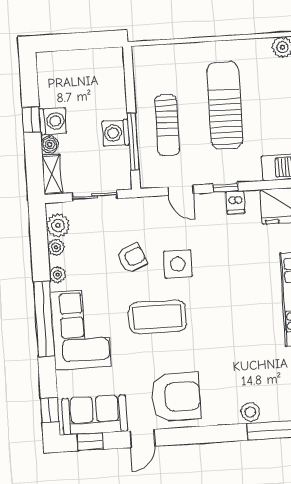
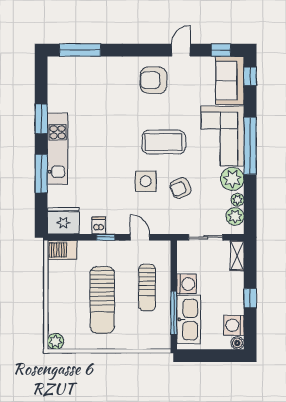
kitchen sink: (110, 87) -> (189, 320), added
washing machine: (53, 121) -> (234, 325), moved
sun lounger: (167, 125) -> (147, 287), turned 180
window: (133, 142) -> (174, 313), moved
boiler: (50, 145) -> (237, 343), moved
plant: (58, 275) -> (232, 179), width x1.87, depth x1.87
armchair: (176, 397) -> (154, 80), width x0.73, depth x0.73
stool: (250, 412) -> (97, 65), removed
sofa: (95, 415) -> (230, 81), moved, turned 90

